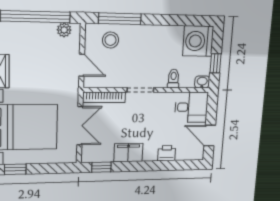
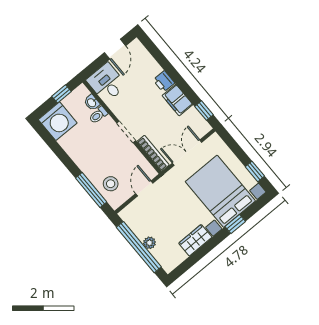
plant: (64, 30) -> (149, 243), moved
washbasin: (202, 82) -> (92, 103), moved
printer: (167, 153) -> (164, 81), moved

